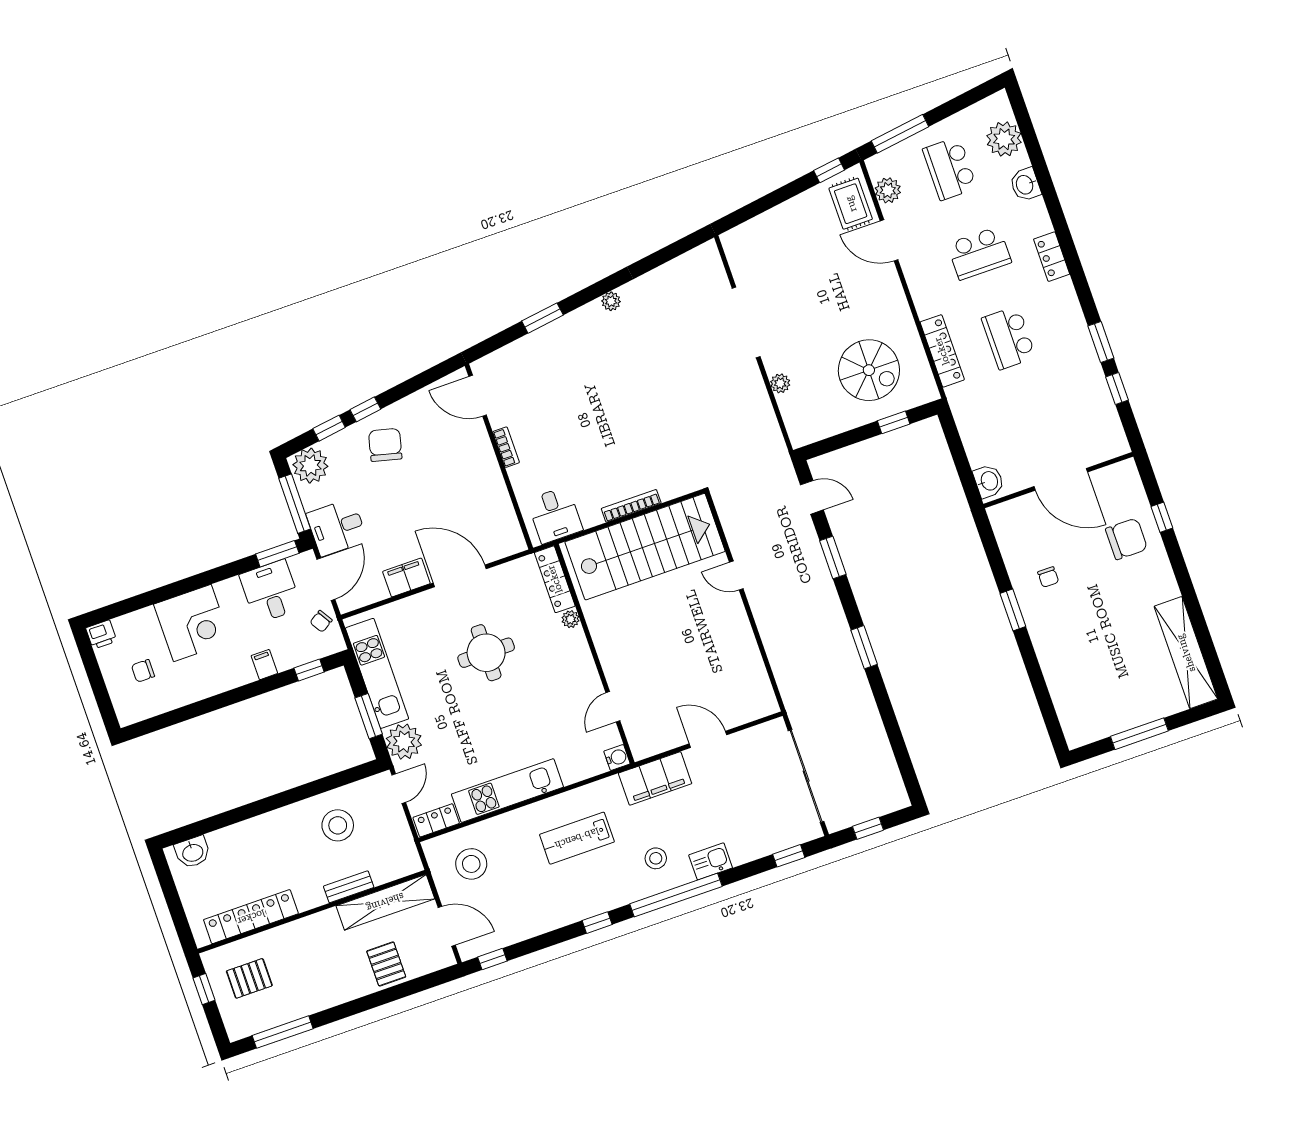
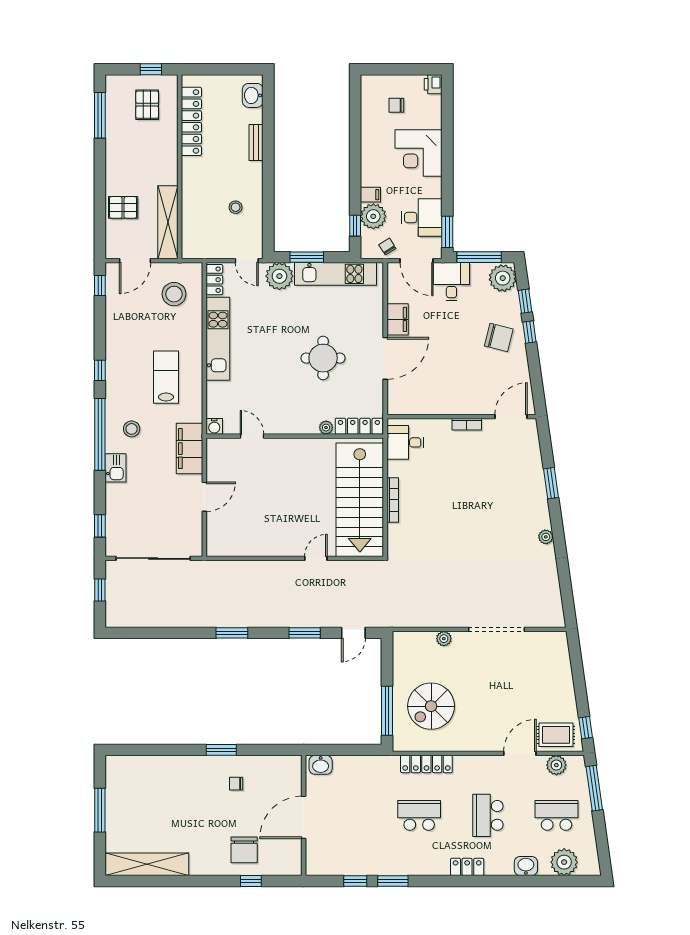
window: (894, 422) -> (387, 711), width x2.17
plant: (290, 652) -> (373, 216), added
chair: (143, 671) -> (396, 105), turned -90
stool: (338, 825) -> (236, 207), width x0.53, depth x0.53
bench: (349, 887) -> (256, 142), moved

